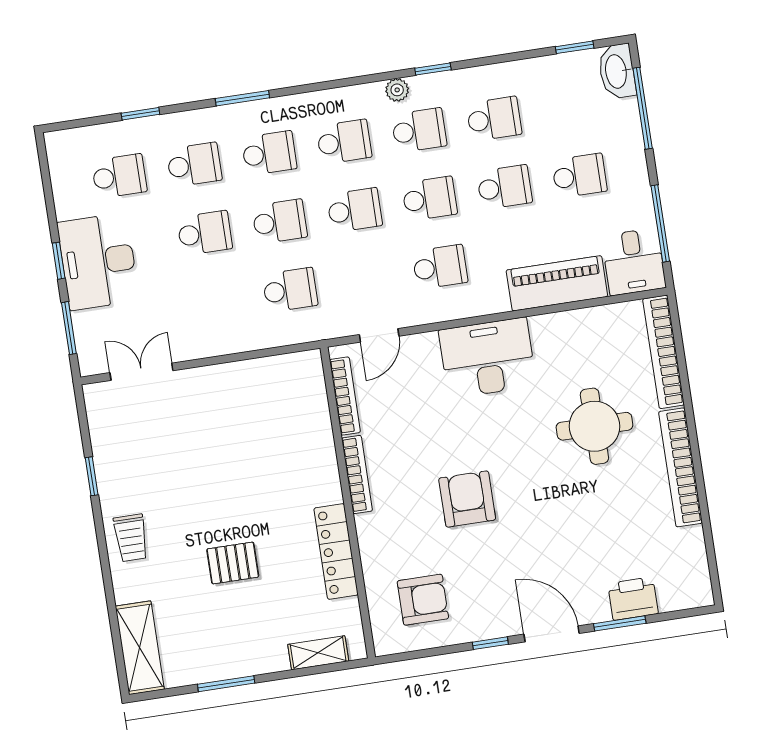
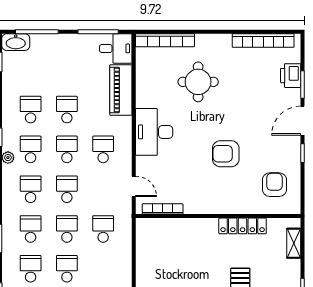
school desk: (579, 176) -> (67, 70), removed
bookcase: (680, 467) -> (263, 41), moved
bookcase: (357, 474) -> (204, 209), removed

